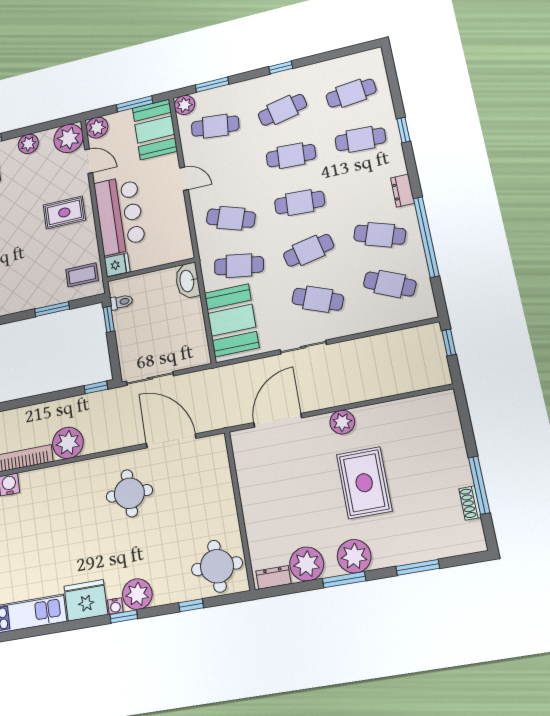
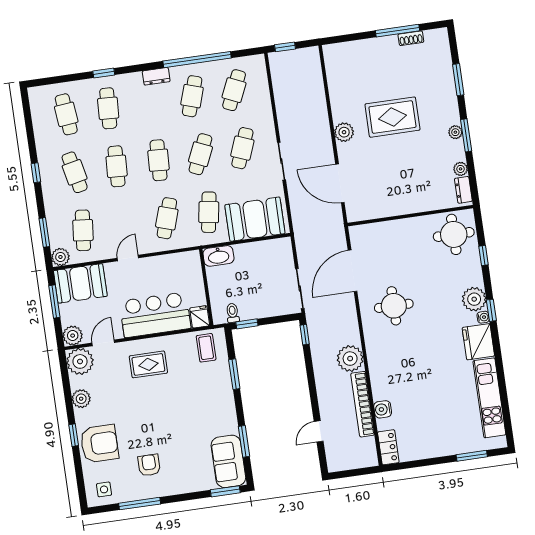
rug: (64, 212) -> (148, 364), turned 90
cafe table: (309, 250) -> (200, 154), turned 36
plant: (354, 556) -> (455, 132), width x0.53, depth x0.53
plant: (307, 564) -> (461, 169), width x0.53, depth x0.53

